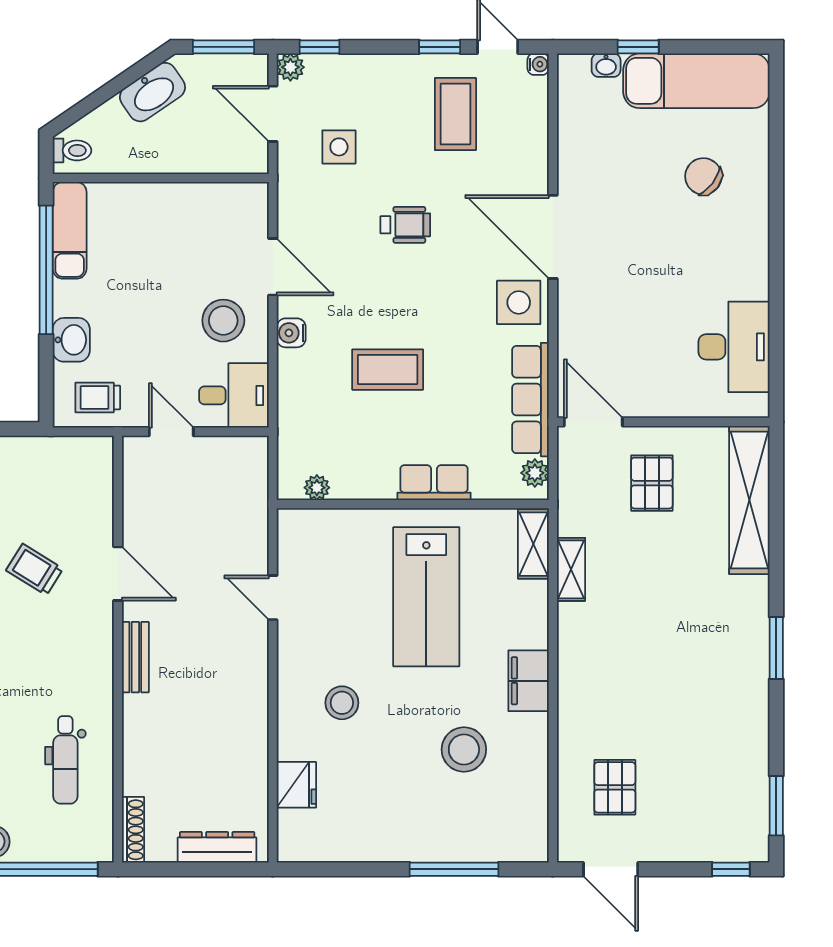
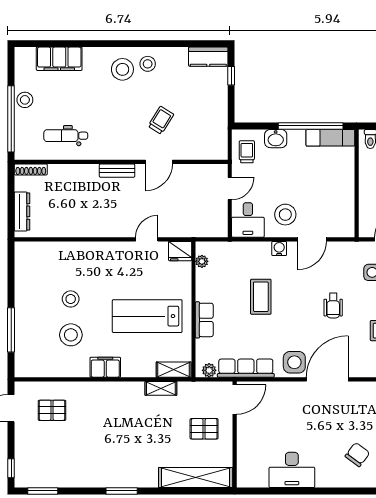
desk: (734, 347) -> (292, 470), moved
stool: (342, 703) -> (71, 299), moved
fridge: (296, 785) -> (180, 251), moved

